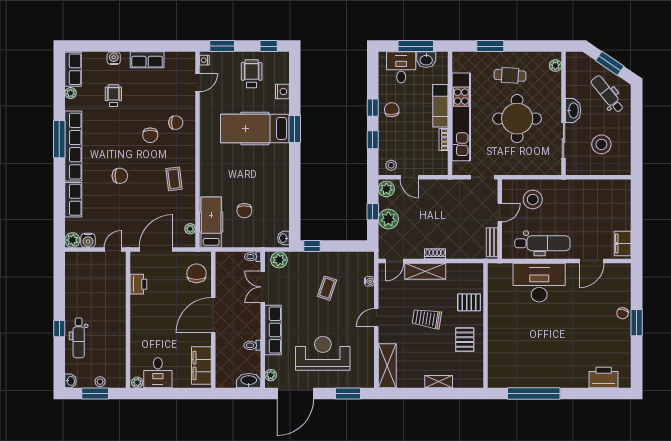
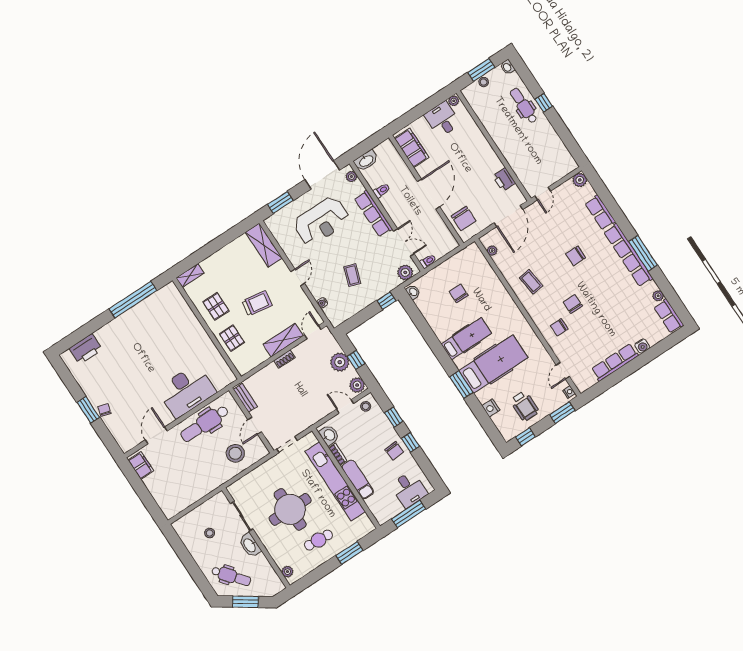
row of seats: (147, 60) -> (615, 362), width x1.48
washbasin: (426, 60) -> (329, 435), moved, turned 90
wheelchair: (113, 96) -> (623, 316), removed
stool: (601, 144) -> (210, 533), width x0.53, depth x0.53
hospital bed: (211, 222) -> (466, 339), moved, turned -90
water cooler: (88, 240) -> (567, 188), removed
pallet: (469, 302) -> (232, 338), turned 90
shelving: (439, 382) -> (190, 276), moved

